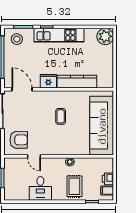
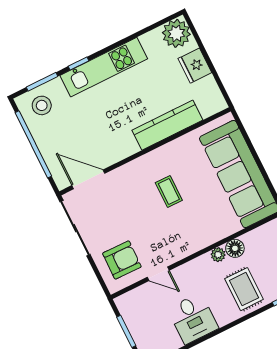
fridge: (48, 81) -> (195, 66), moved, turned -90
floor lamp: (80, 163) -> (235, 248), added

